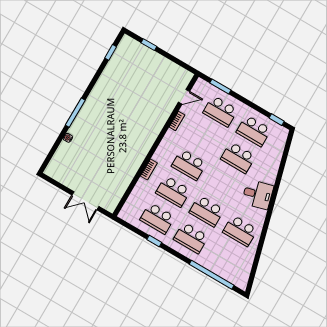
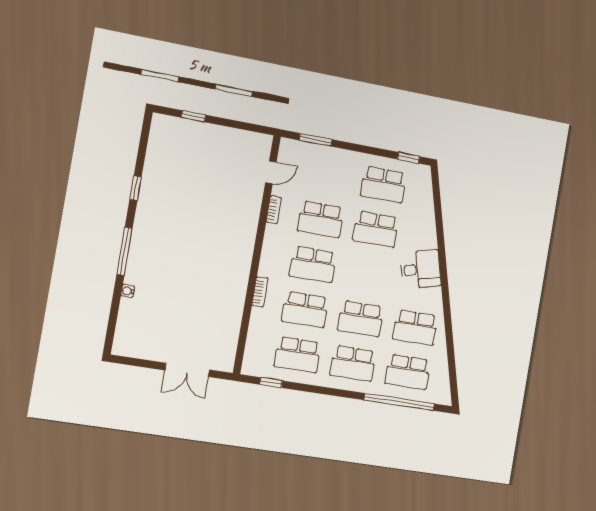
window: (111, 52) -> (136, 188), moved
school desk: (220, 111) -> (321, 219), moved
window: (154, 241) -> (271, 383), moved
school desk: (224, 258) -> (408, 372), added

